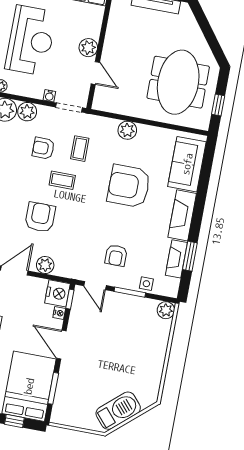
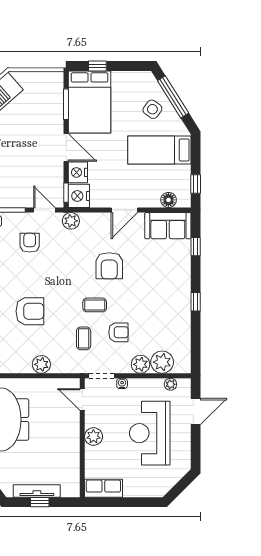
door: (95, 73) -> (82, 399), moved
armchair: (129, 186) -> (30, 311), width x0.73, depth x0.73
plant: (45, 265) -> (71, 221), moved
nightstand: (59, 313) -> (78, 172), width x1.89, depth x1.79

